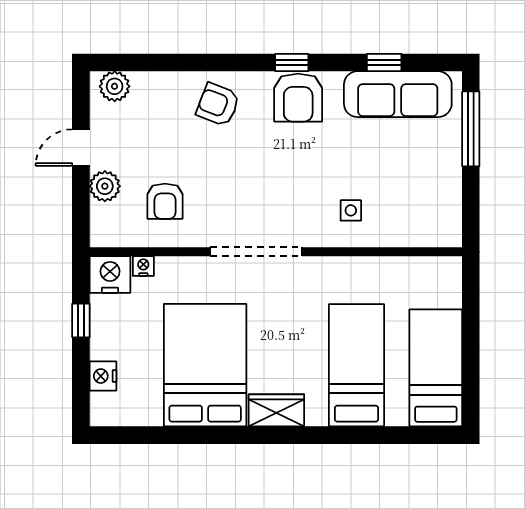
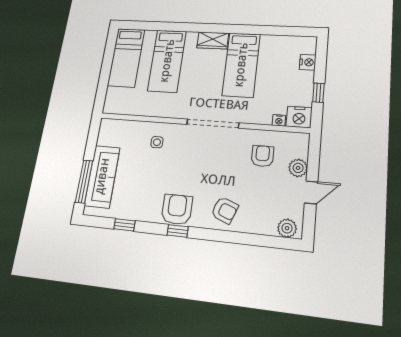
sofa: (398, 94) -> (102, 176), moved, turned 90
bed: (205, 365) -> (241, 65), width x0.67

